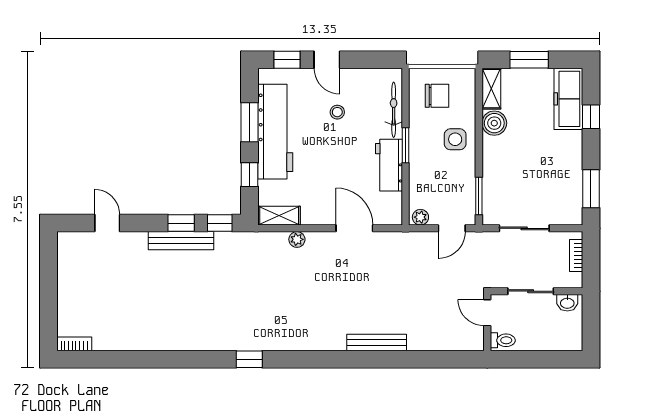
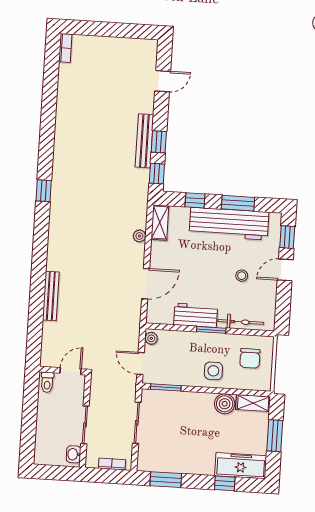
door: (487, 313) -> (71, 371), moved
wall: (487, 323) -> (63, 371), moved
toilet: (503, 340) -> (47, 382), moved

